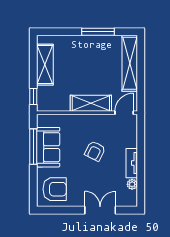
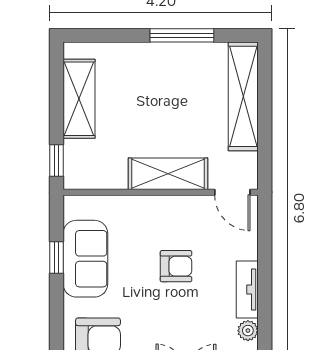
door: (124, 113) -> (232, 192), swing flipped
window: (33, 147) -> (57, 258), width x0.46
armchair: (95, 151) -> (176, 266), turned -117

